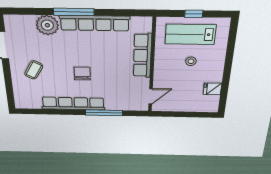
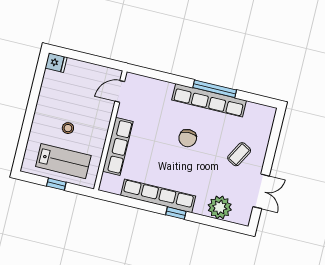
window: (74, 12) -> (176, 213), width x0.46
plant: (47, 25) -> (220, 207), moved
fridge: (212, 89) -> (56, 63), moved
window: (104, 113) -> (215, 89), moved

